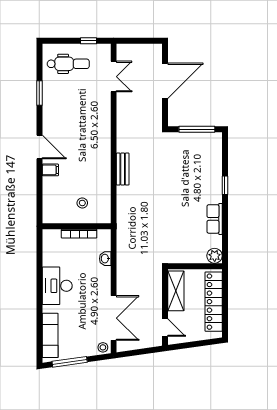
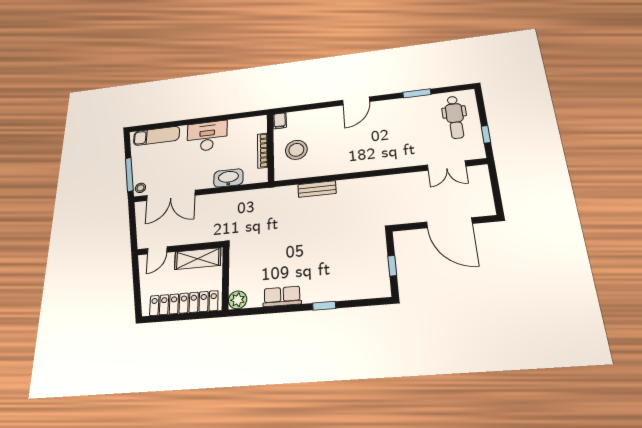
window: (197, 129) -> (392, 266), width x0.46
bench: (123, 169) -> (317, 189), moved
filing cabinet: (50, 170) -> (280, 121), moved
stool: (82, 203) -> (296, 150), width x1.89, depth x1.89
washbasin: (105, 259) -> (228, 178), width x1.91, depth x1.45
window: (70, 362) -> (129, 174), moved

